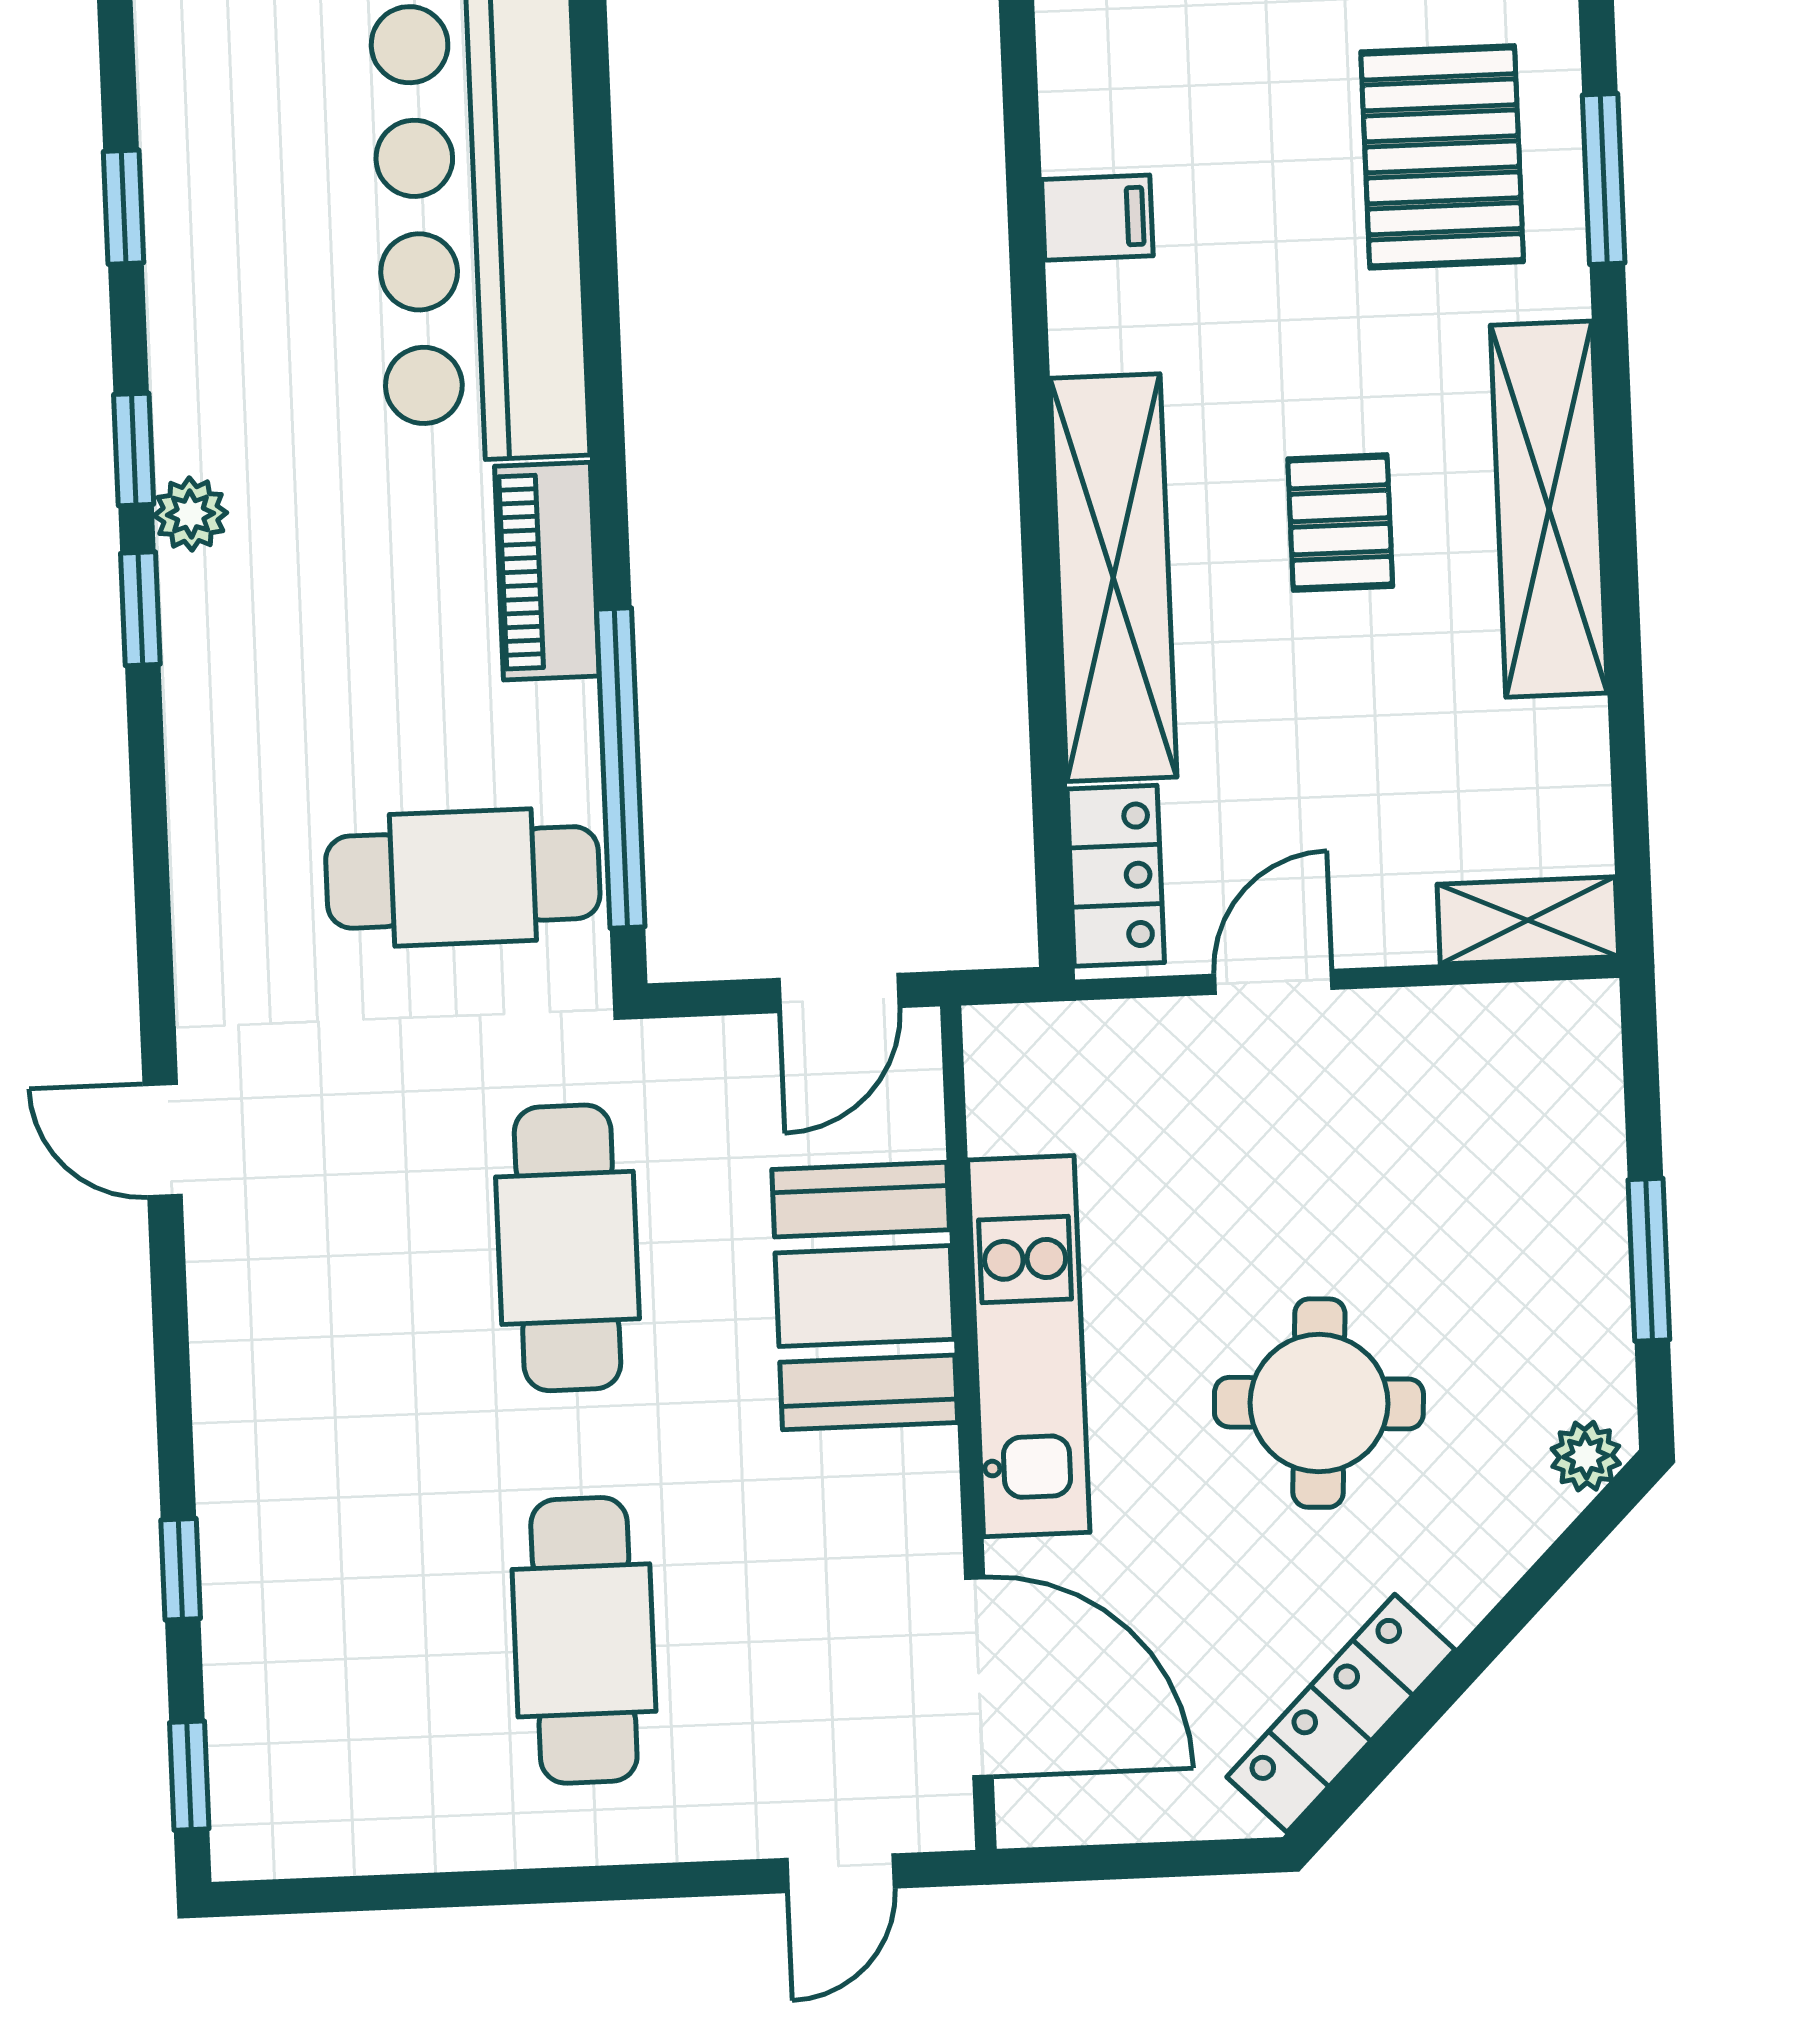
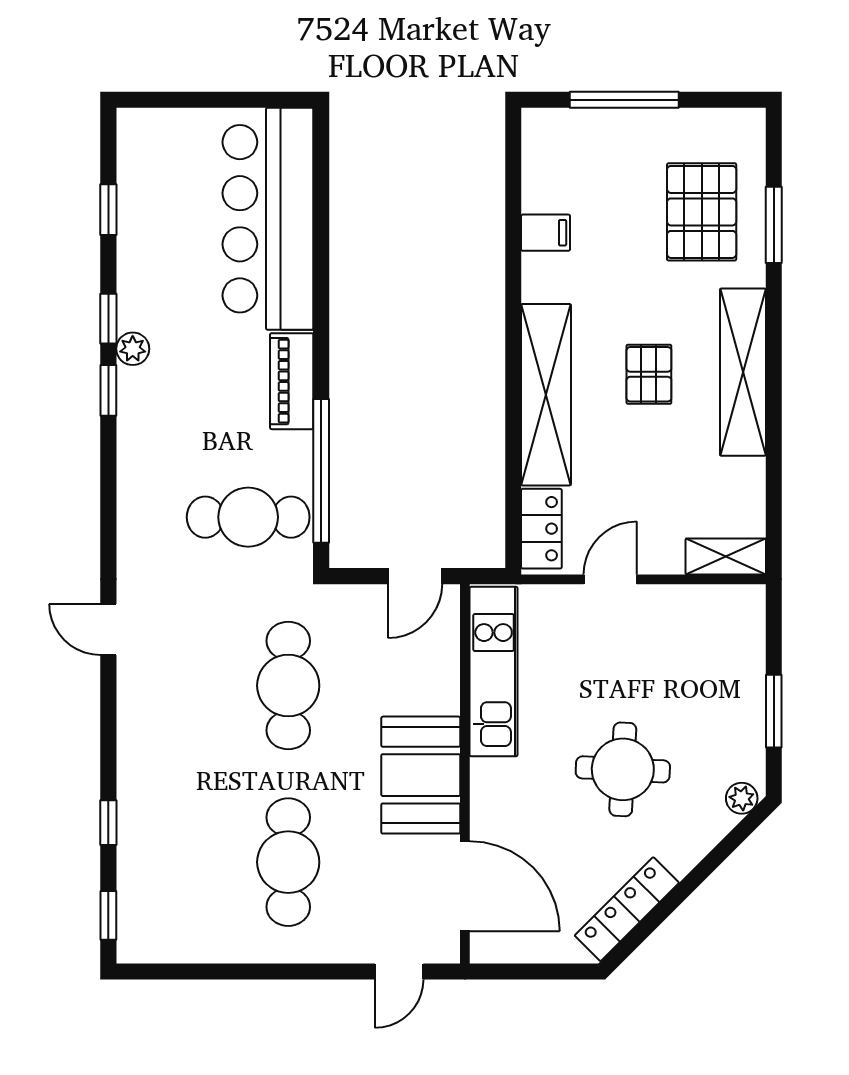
booth: (865, 1296) -> (421, 775), moved
kitchen unit: (1029, 1346) -> (494, 672), moved

